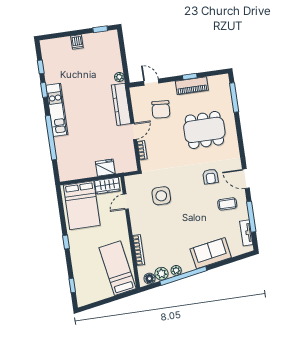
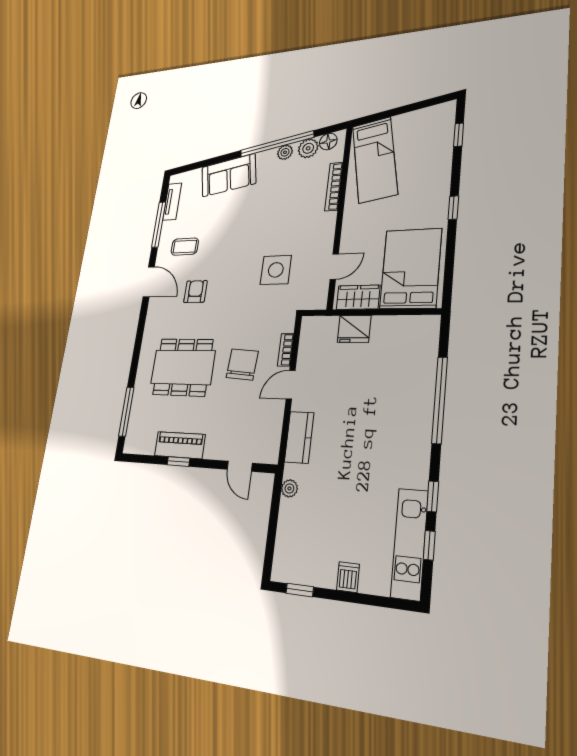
kitchen counter: (121, 104) -> (299, 437), width x0.67
chair: (161, 109) -> (242, 364), moved
kitchen unit: (57, 110) -> (409, 544), moved

